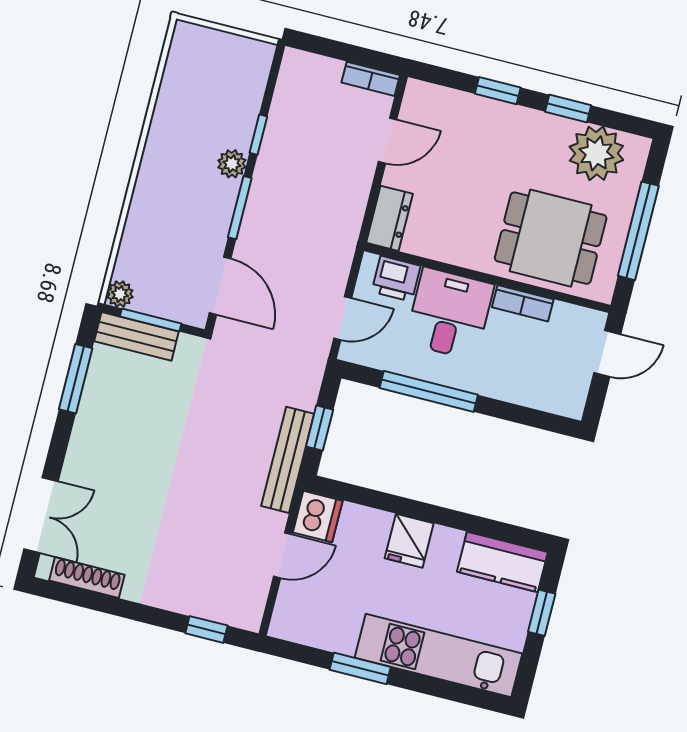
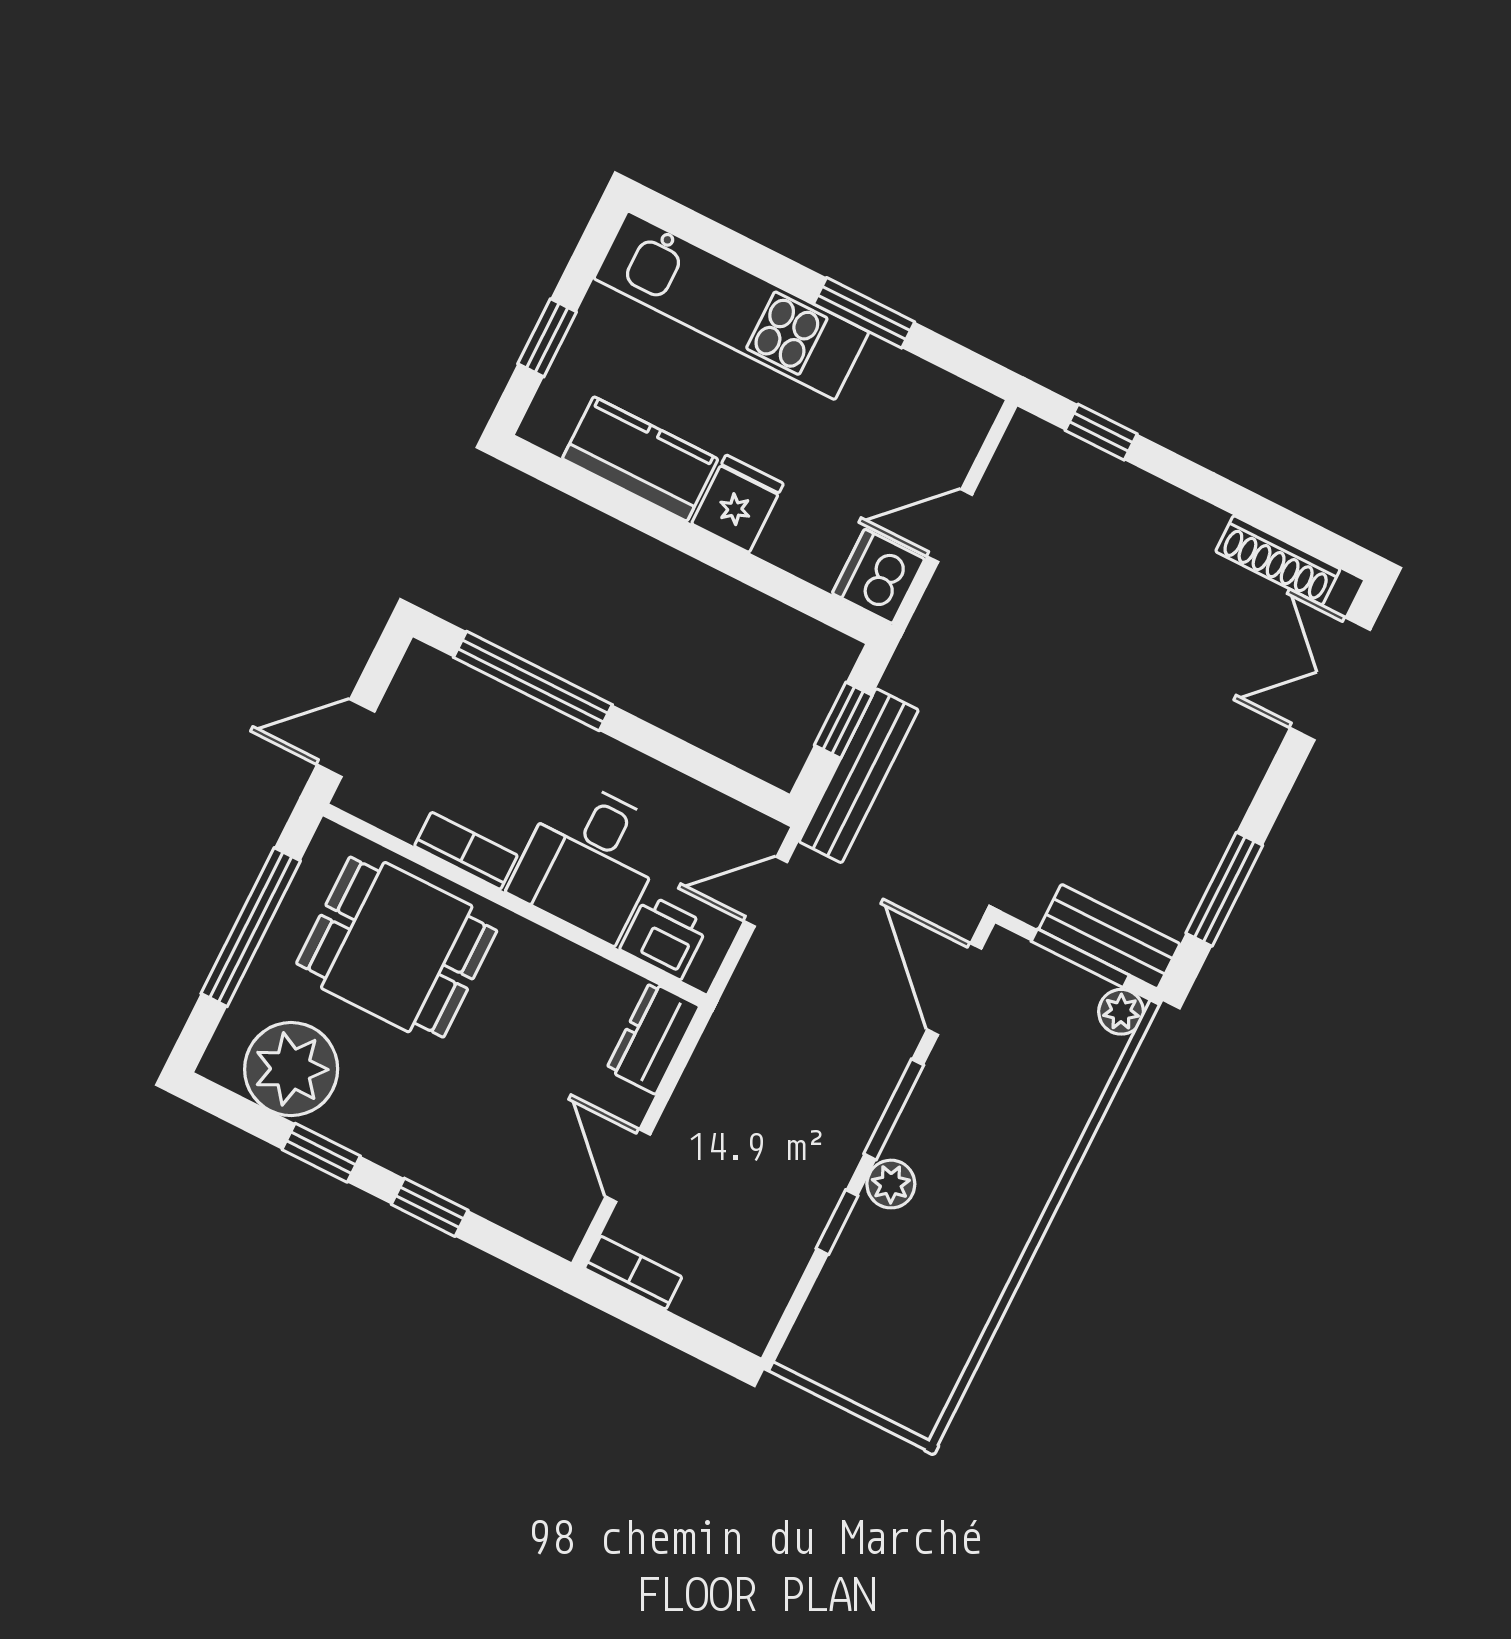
door: (388, 141) -> (628, 1166), hinge flipped
window: (429, 391) -> (533, 681), moved
bench: (288, 460) -> (859, 776), moved
kitchen counter: (502, 562) -> (640, 459), moved

